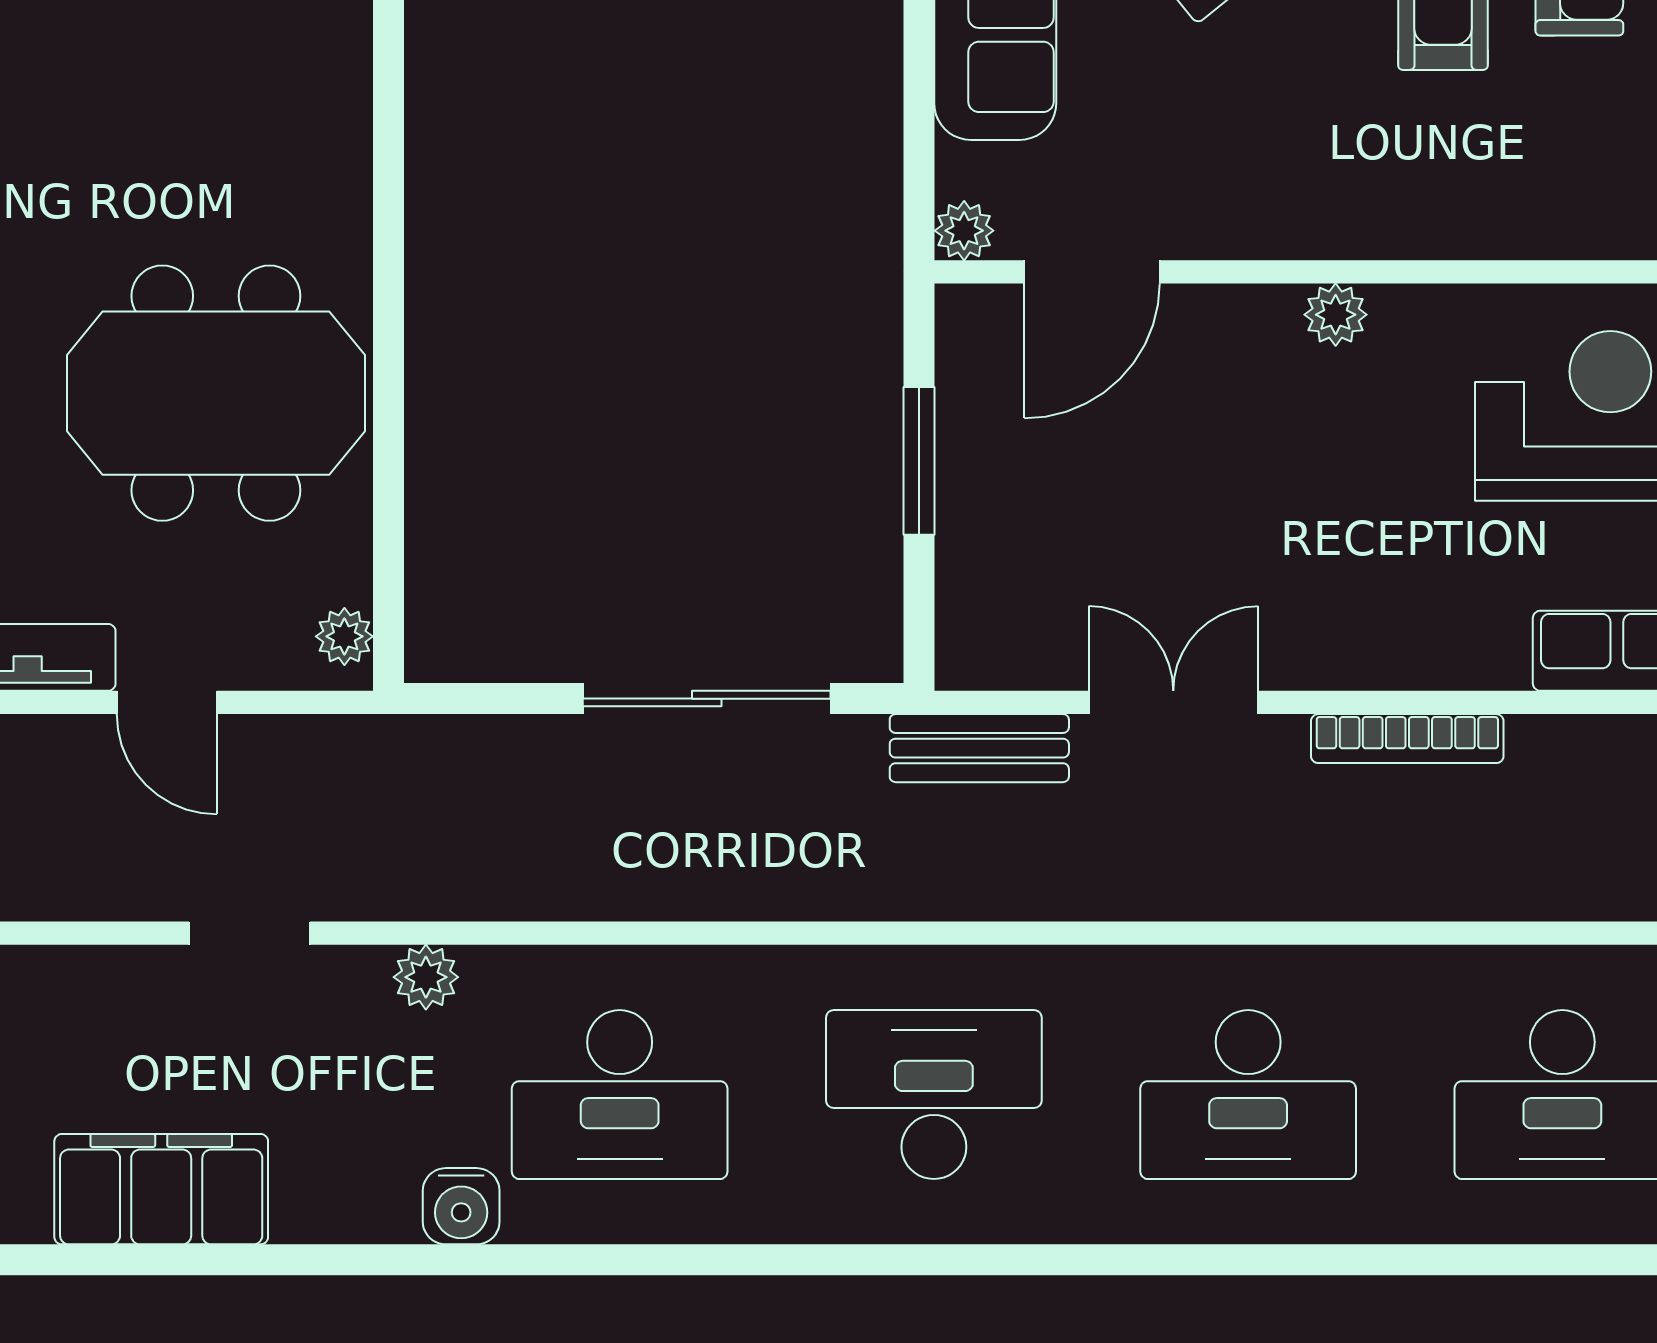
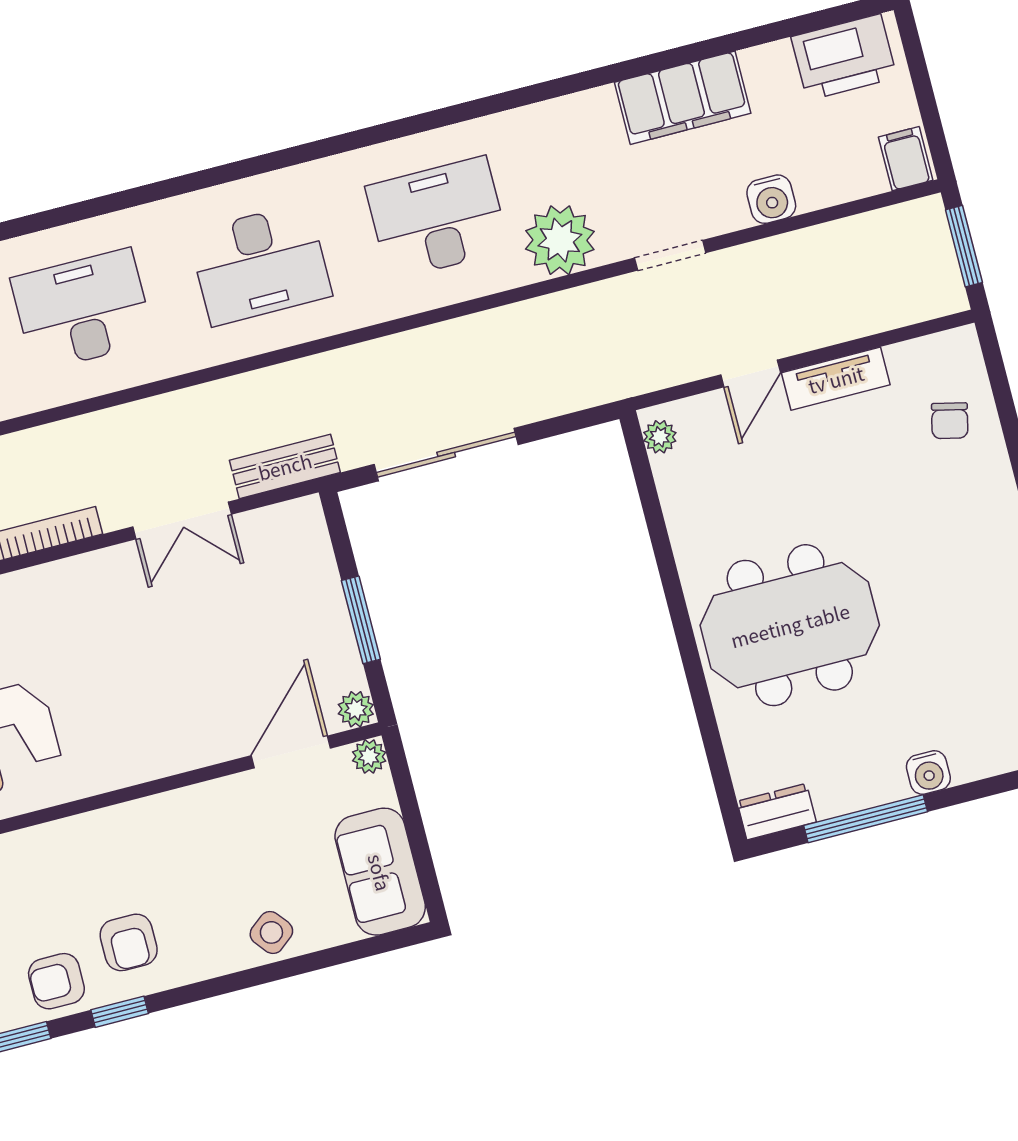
plant: (1336, 315) -> (356, 709), moved
meeting table: (216, 393) -> (790, 625), moved
door: (167, 702) -> (751, 374), swing flipped
plant: (426, 977) -> (560, 240), width x1.87, depth x1.87
water cooler: (461, 1206) -> (771, 199), moved, turned 180

